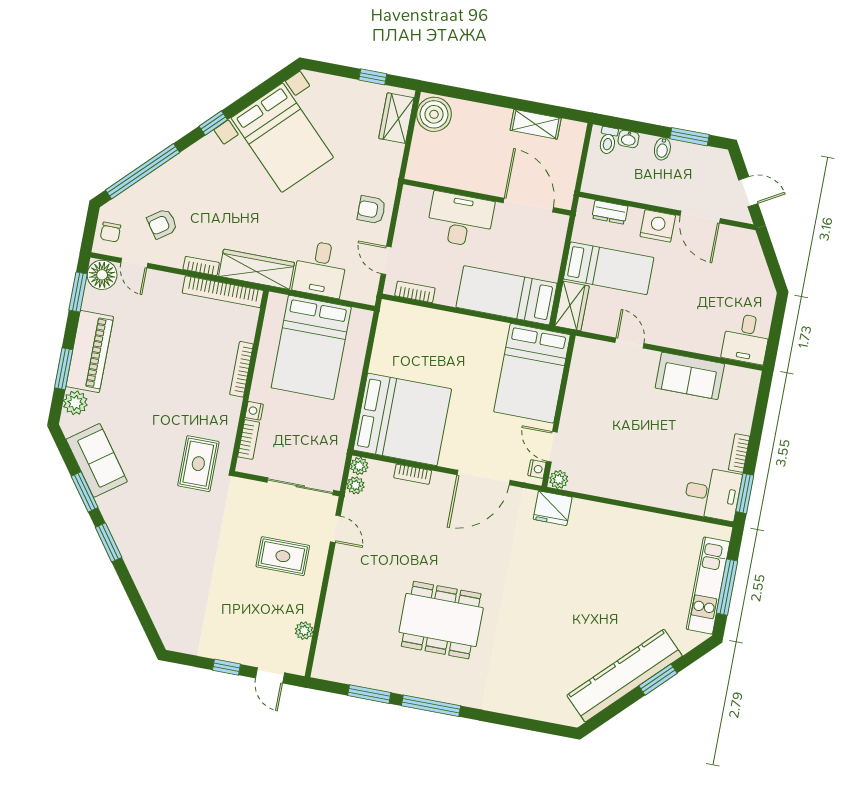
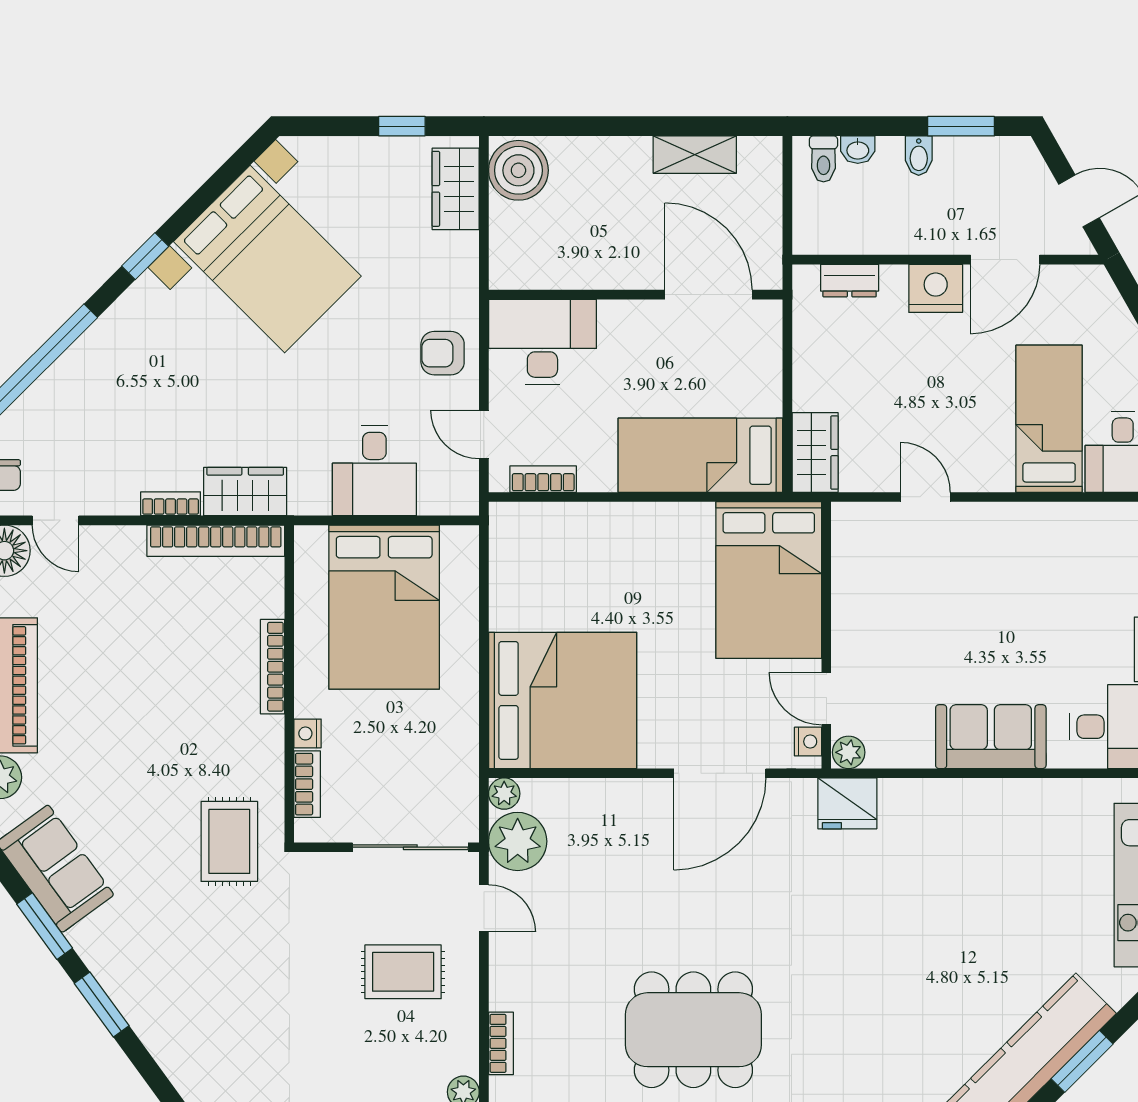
door: (700, 217) -> (1005, 260), hinge flipped
desk: (460, 220) -> (542, 342), moved
armchair: (162, 224) -> (91, 444), removed
bed: (609, 268) -> (1049, 419), moved, turned -90
wardrobe: (257, 269) -> (245, 492), width x0.67
sofa: (690, 376) -> (991, 737), moved, turned 180
bookcase: (413, 474) -> (501, 1043), moved, turned -90
plant: (355, 485) -> (518, 841), width x1.88, depth x1.88

